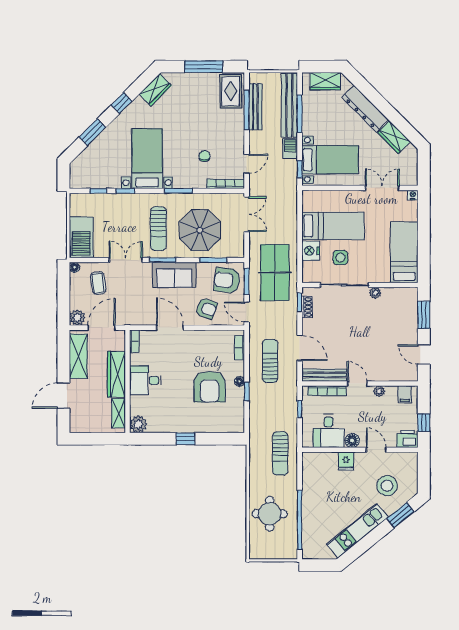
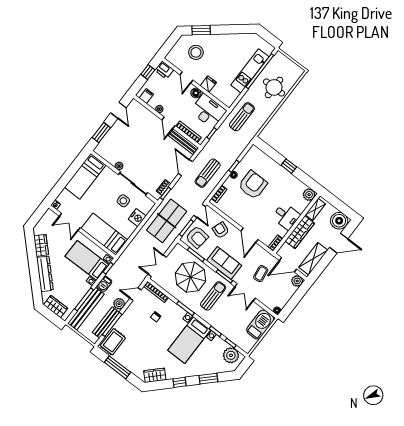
plant: (257, 139) -> (119, 304), added
plant: (87, 178) -> (231, 355), added
bed: (333, 226) -> (104, 234), moved
coffee table: (98, 283) -> (261, 274), moved
boiler: (82, 421) -> (339, 221), added
desk: (329, 431) -> (208, 111), width x1.37
kitchen unit: (357, 531) -> (250, 71), moved, turned 129

